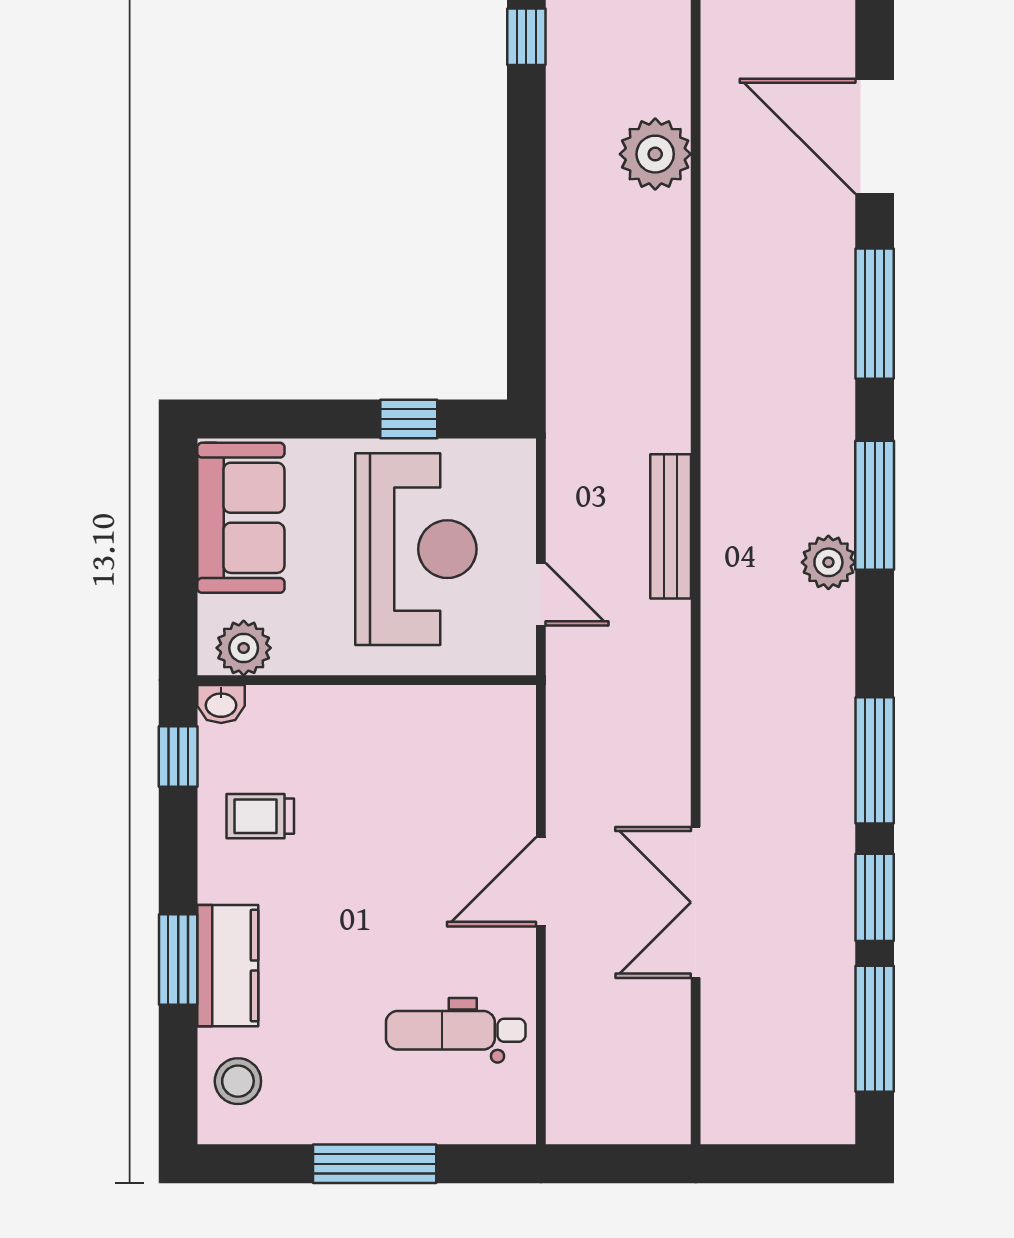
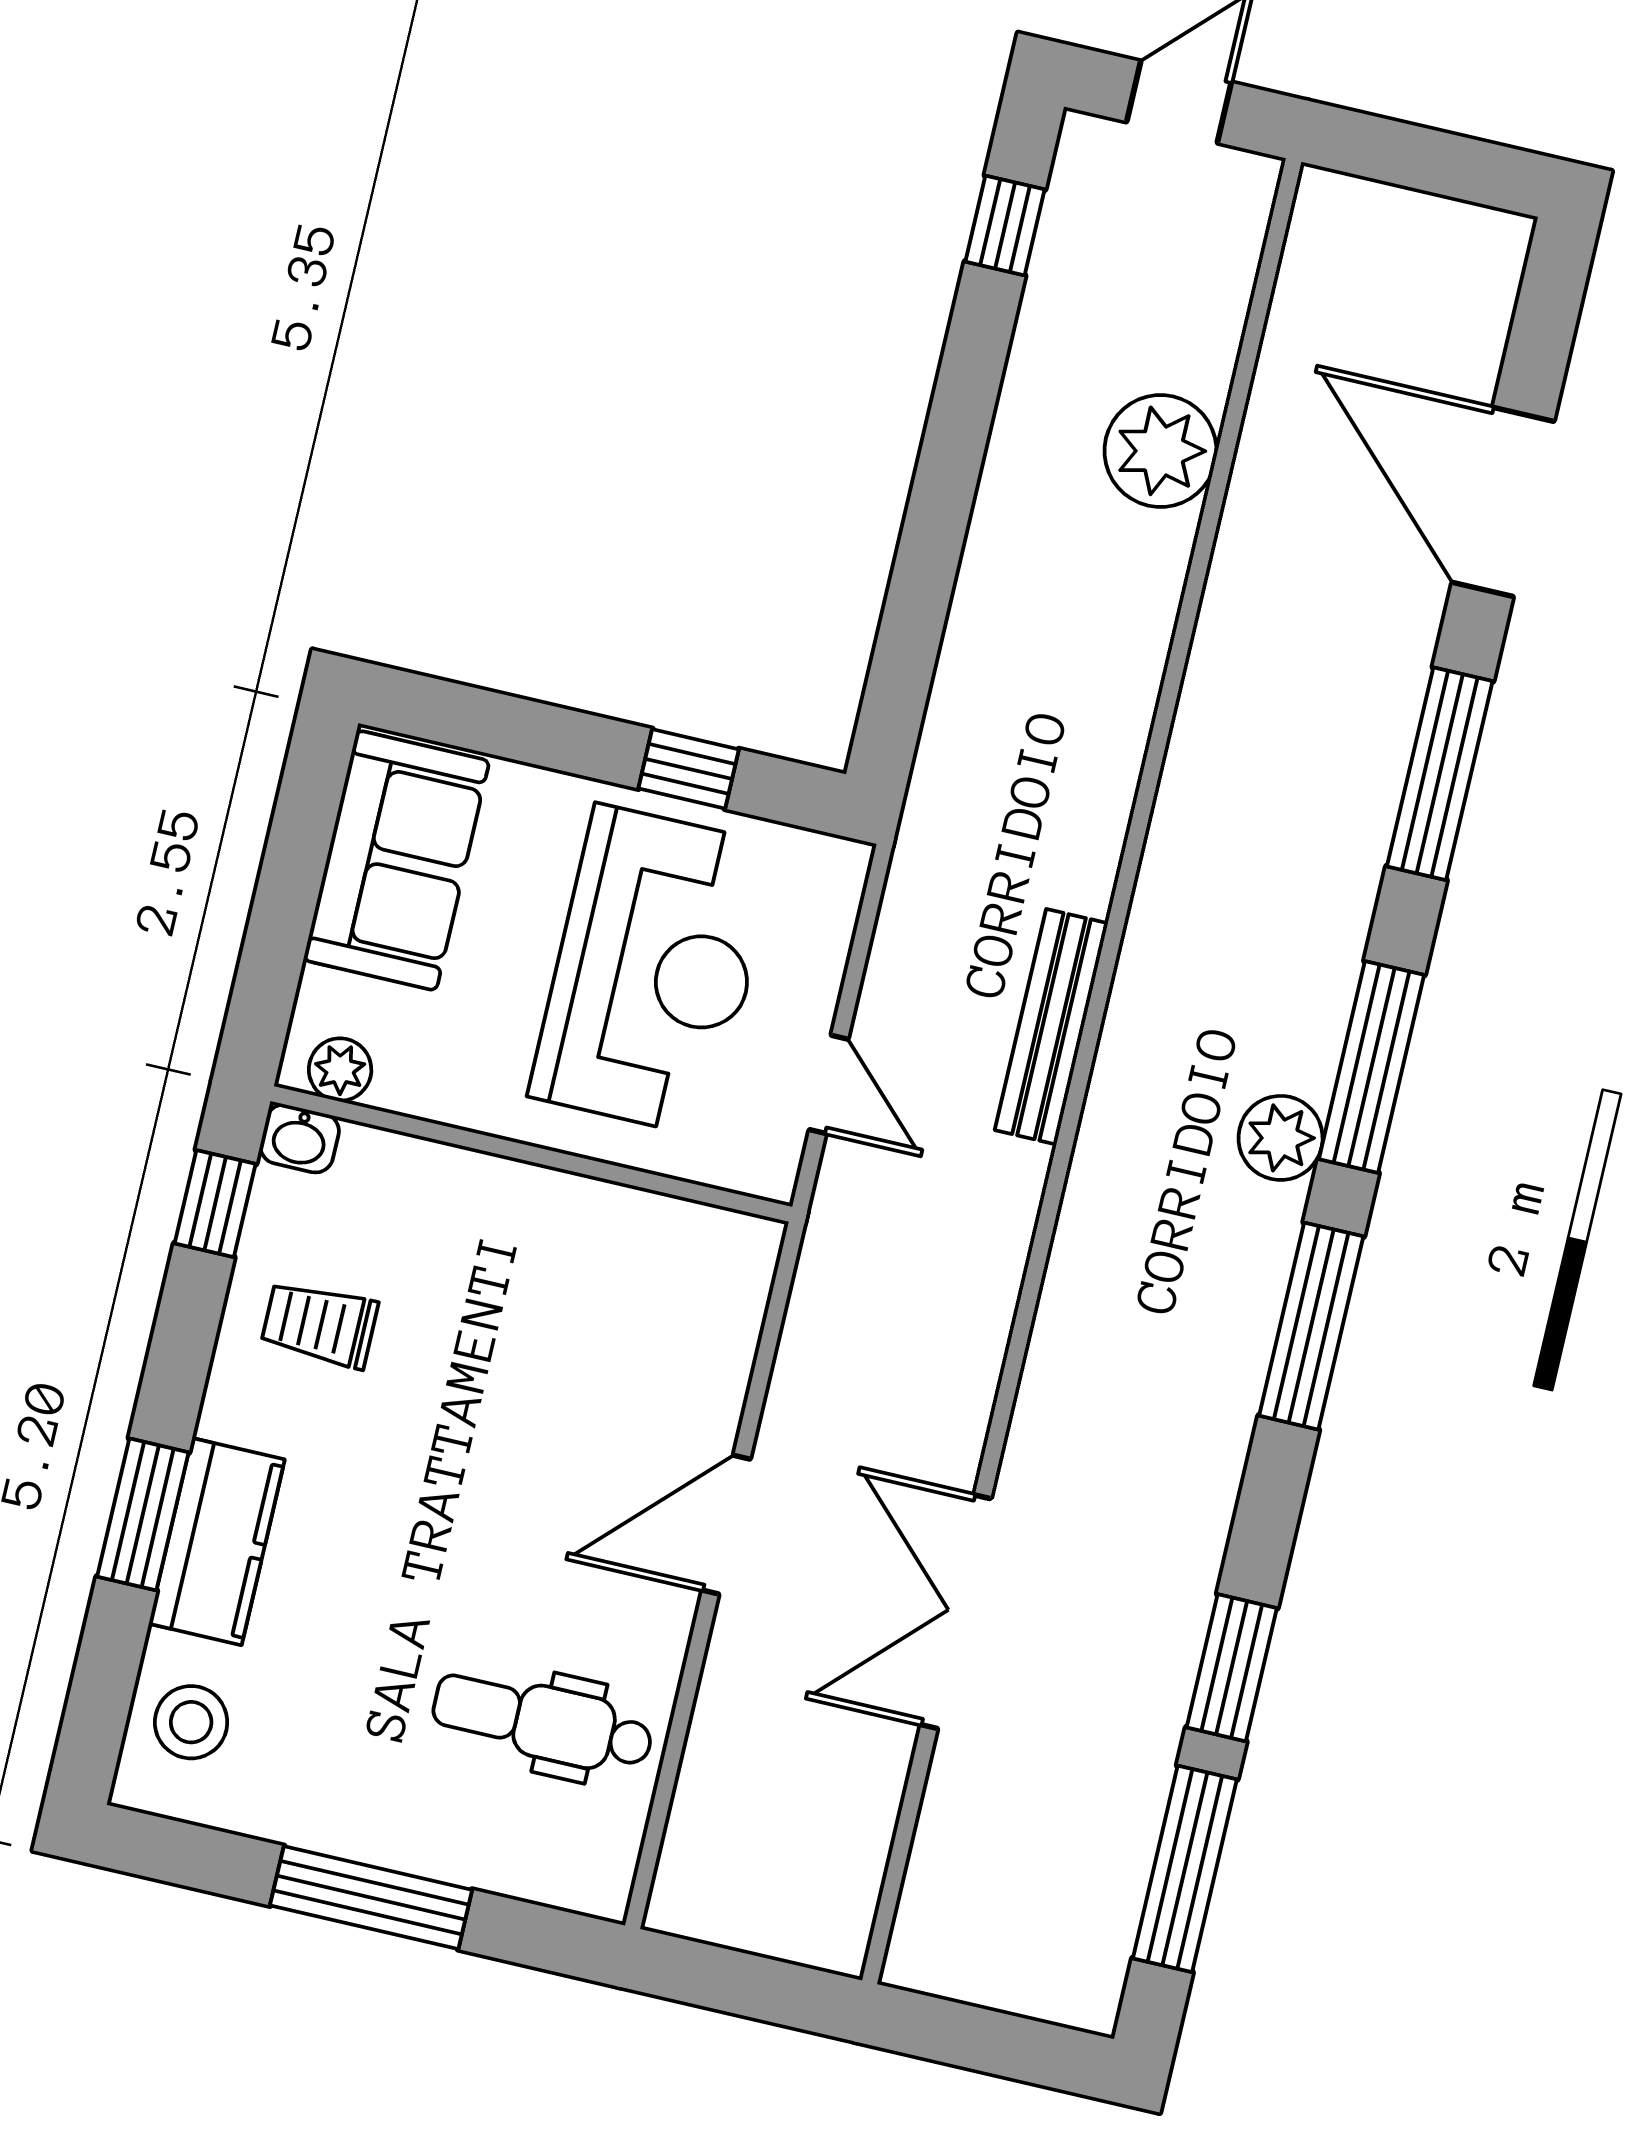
plant: (244, 648) -> (340, 1070), width x0.73, depth x0.73
window: (875, 760) -> (1311, 1326), moved

